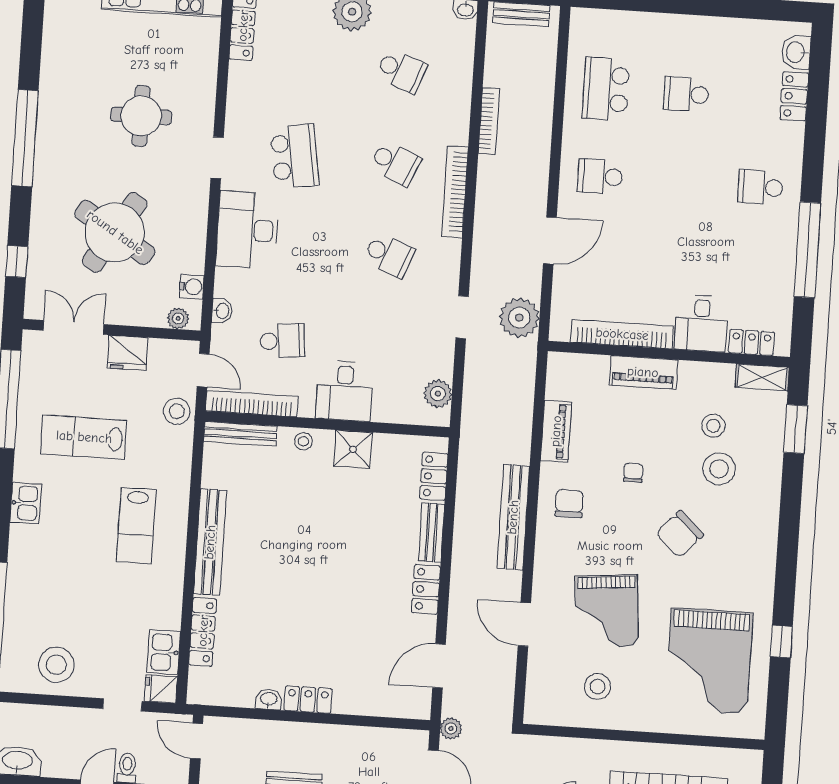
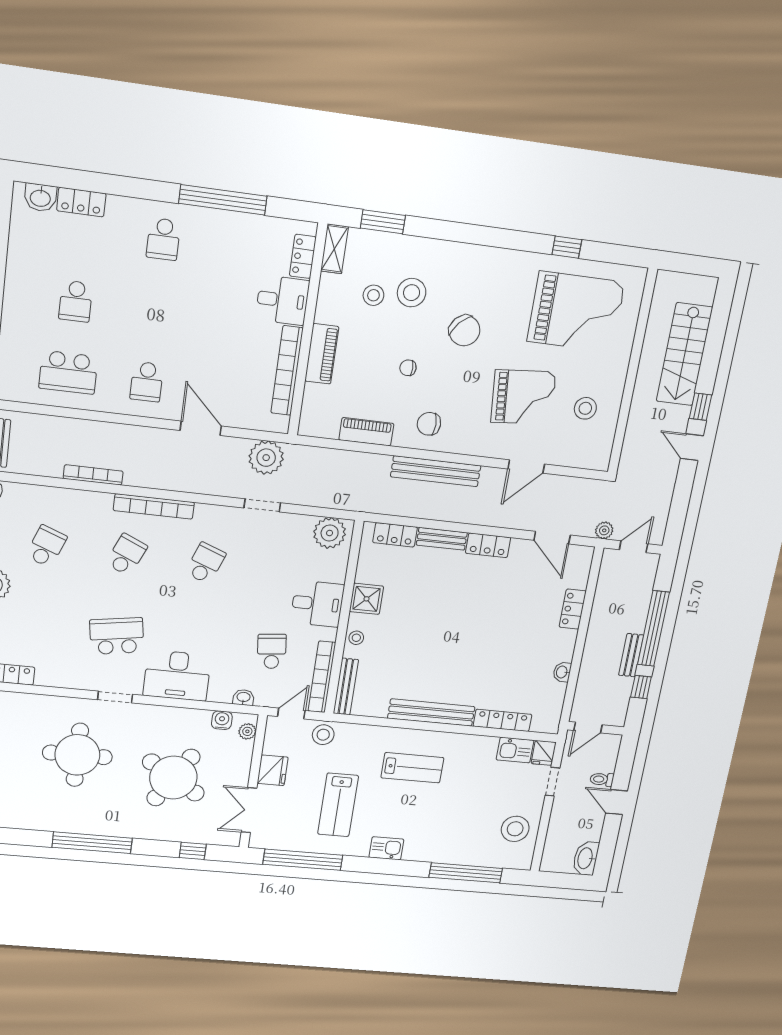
round table: (141, 116) -> (77, 755), width x1.36, depth x1.36
plant: (438, 394) -> (330, 533), width x1.36, depth x1.36
locker: (308, 700) -> (573, 609), moved

